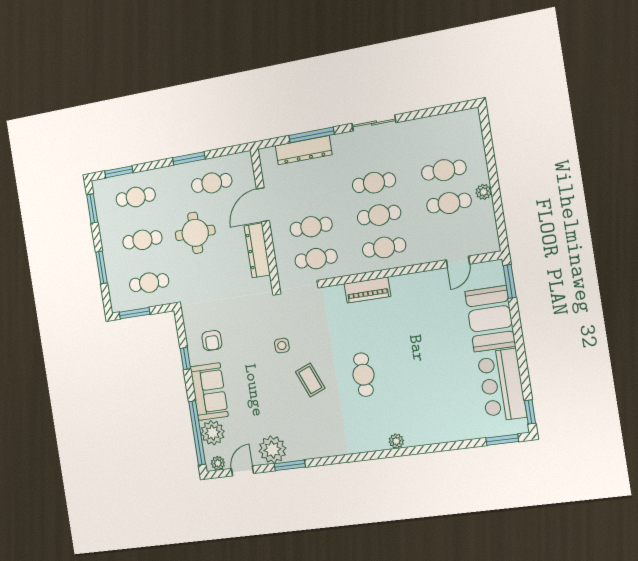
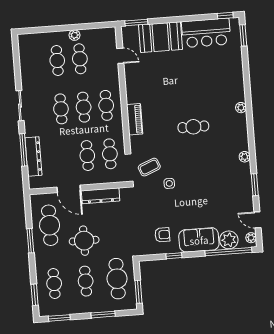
cafe table: (212, 183) -> (50, 225), width x1.37, depth x1.35
cafe table: (149, 283) -> (117, 279), width x1.37, depth x1.35
coffee table: (310, 380) -> (149, 167), moved
plant: (272, 450) -> (245, 157), moved, width x0.53, depth x0.53

